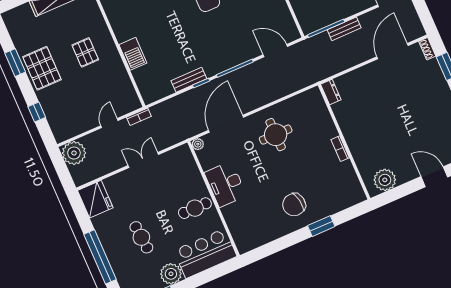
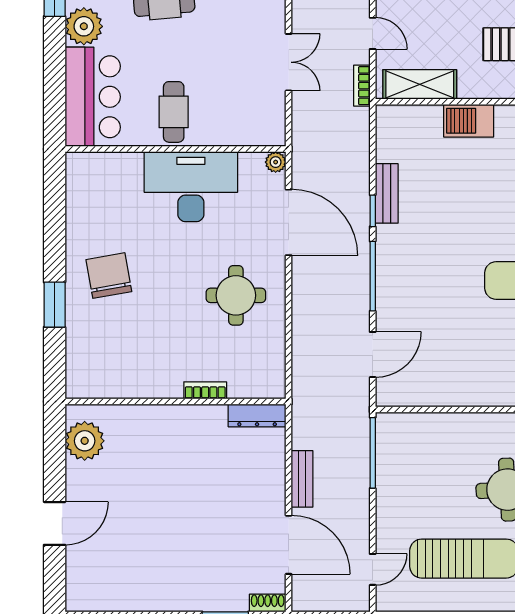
bench: (344, 29) -> (302, 479), moved
shelving: (125, 87) -> (420, 84), added
dresser: (331, 92) -> (257, 415), width x1.44
bookcase: (340, 149) -> (205, 390), moved
desk: (225, 184) -> (191, 187), width x1.36, depth x1.30

